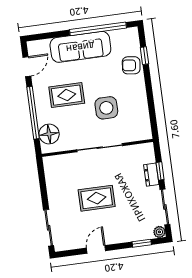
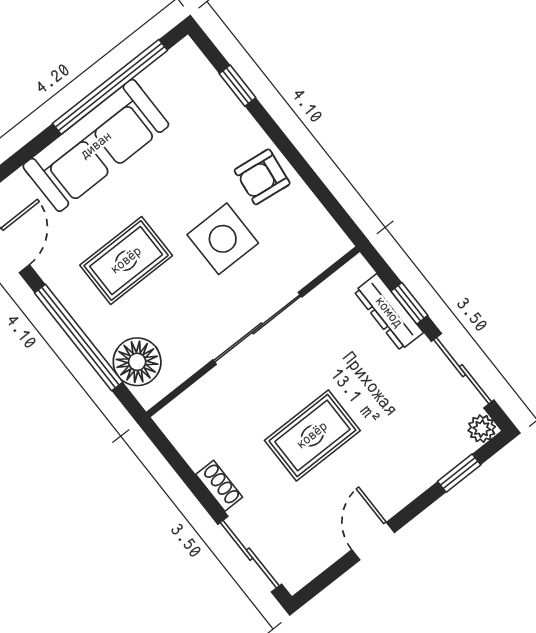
armchair: (131, 65) -> (262, 177), moved
dresser: (151, 175) -> (389, 312), width x1.44
shoe rack: (52, 196) -> (219, 486), added

